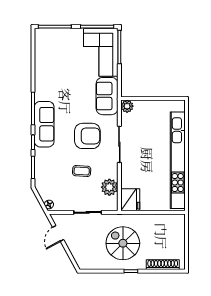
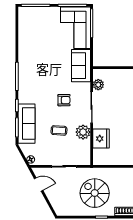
plant: (127, 106) -> (98, 85), moved
sofa: (44, 124) -> (27, 124), moved
armchair: (87, 136) -> (64, 100), width x0.53, depth x0.53
plant: (109, 187) -> (83, 132), moved
fridge: (130, 200) -> (101, 139), moved
door: (58, 233) -> (39, 185), swing flipped

